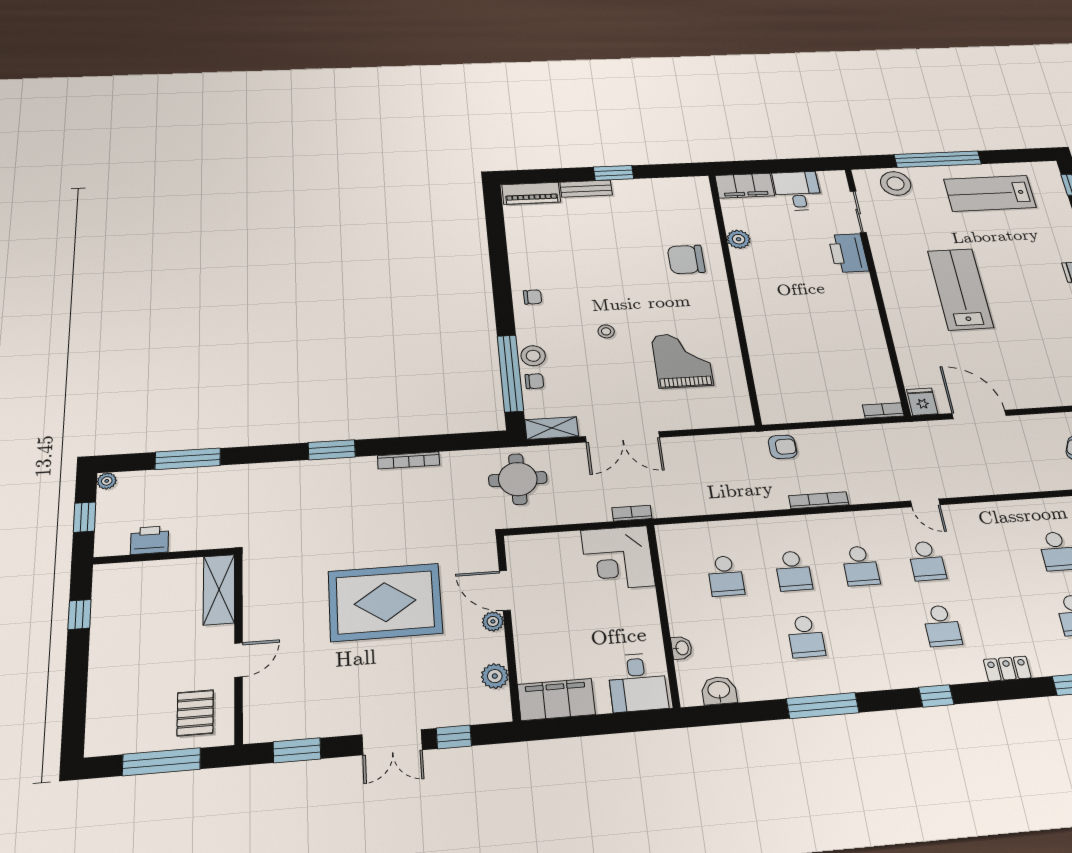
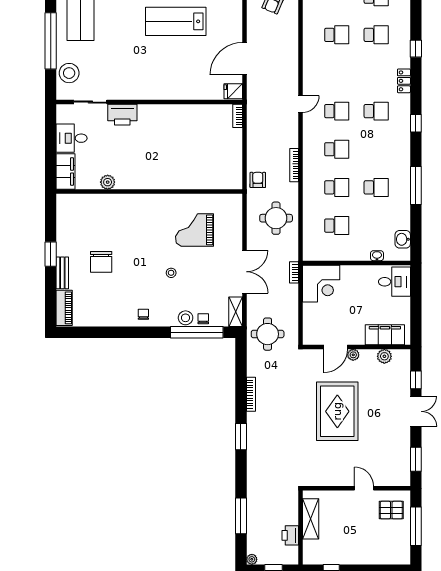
chair: (686, 259) -> (101, 262), moved
lab bench: (960, 289) -> (176, 21), moved
round table: (722, 479) -> (276, 218), added
shelving: (219, 590) -> (311, 519), moved, turned 90
filing cabinet: (556, 699) -> (385, 335), moved, turned 90

